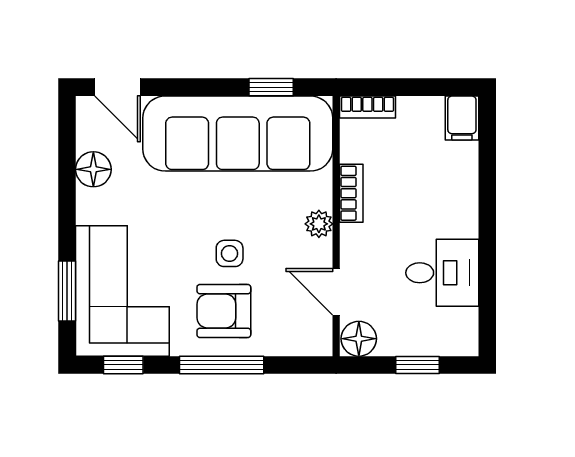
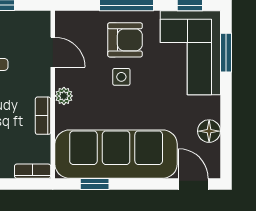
floor lamp: (359, 339) -> (38, 22), removed

